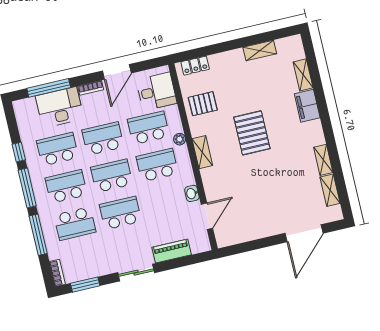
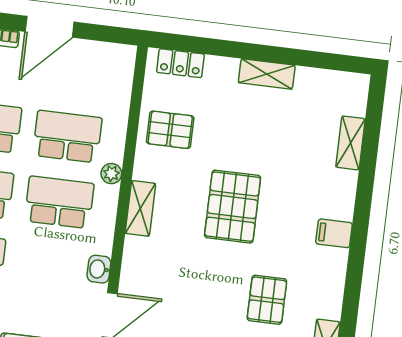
shelving: (260, 50) -> (267, 74), moved
desk: (156, 91) -> (102, 82), removed
filing cabinet: (307, 106) -> (334, 233), moved, width x0.50
shelving: (323, 160) -> (332, 293), removed
pallet: (289, 176) -> (267, 300), added

